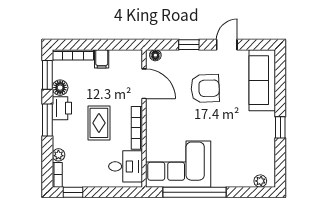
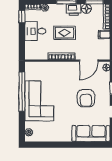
window: (280, 127) -> (62, 145), removed
corner sofa: (178, 164) -> (39, 101), moved
desk: (126, 166) -> (35, 31), moved, turned 90

